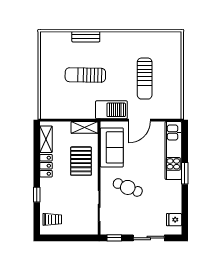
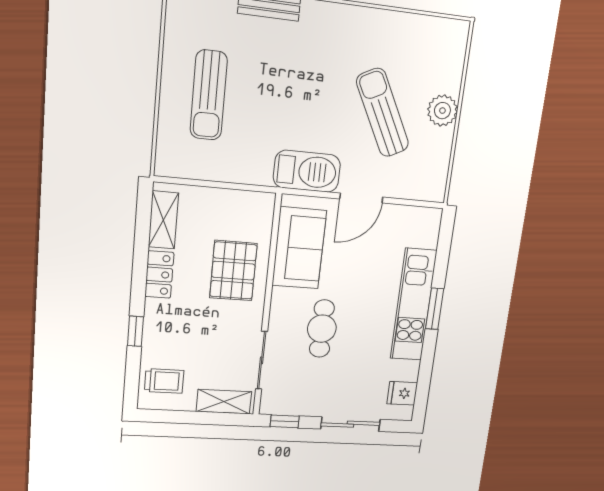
plant: (174, 74) -> (442, 111), added
sun lounger: (85, 75) -> (209, 95), moved, turned -91
sun lounger: (145, 79) -> (383, 113), turned 153
shelving: (85, 127) -> (224, 402), moved
kitchen unit: (173, 151) -> (413, 305), moved
cafe table: (128, 187) -> (322, 329), turned 68

